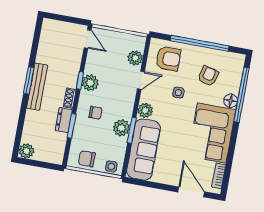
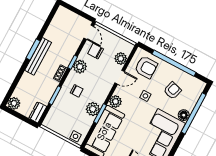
dresser: (64, 120) -> (38, 112), moved
chair: (87, 159) -> (96, 51), moved

